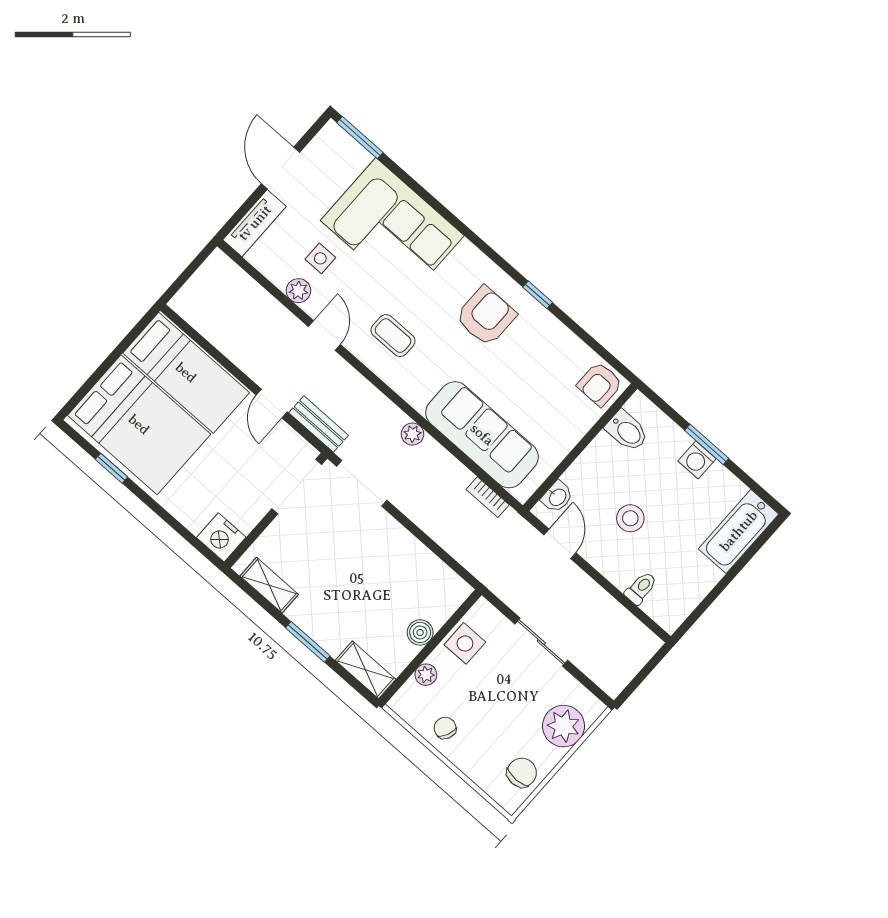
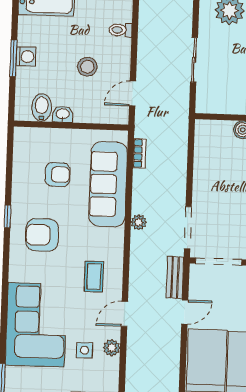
armchair: (600, 384) -> (58, 174), moved
washbasin: (557, 497) -> (63, 114), moved
side table: (465, 643) -> (229, 101), removed

